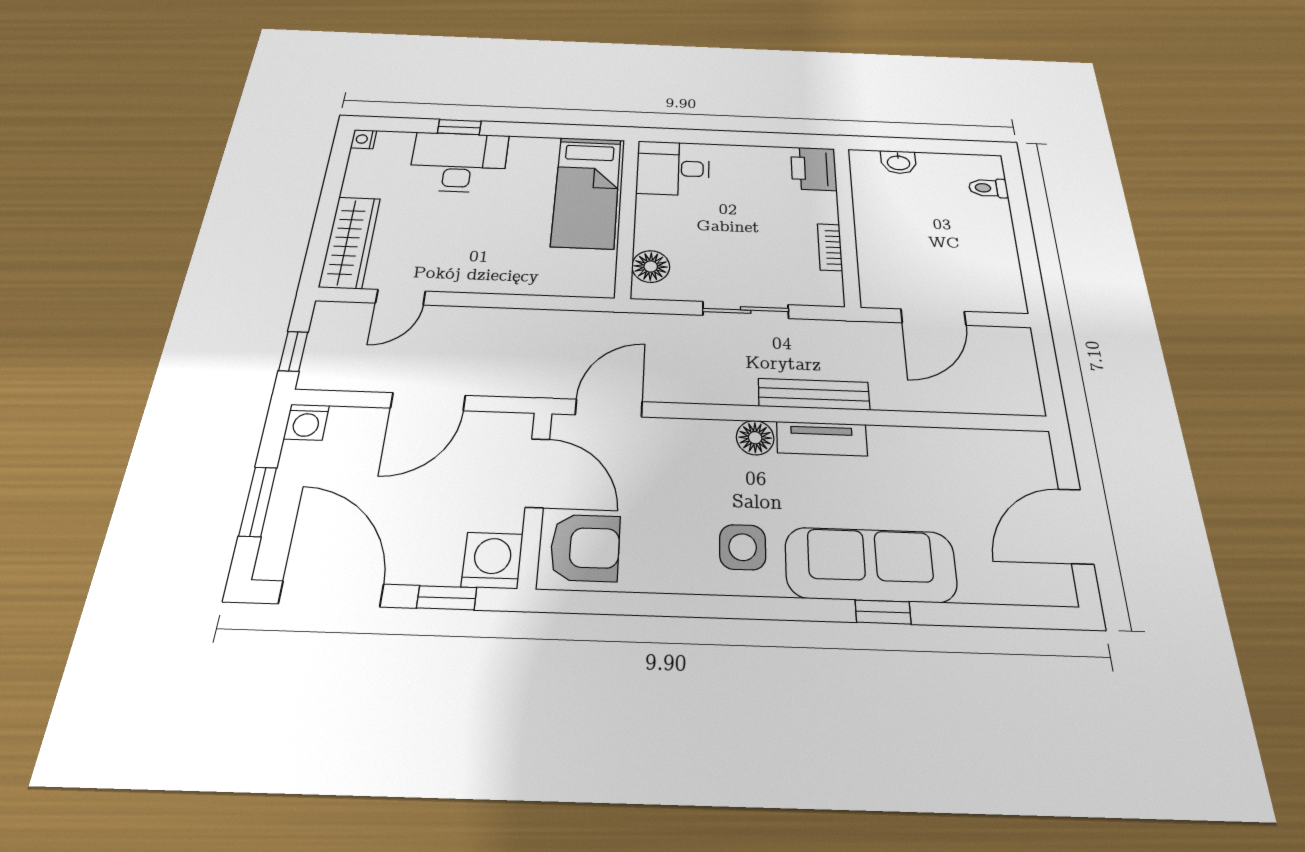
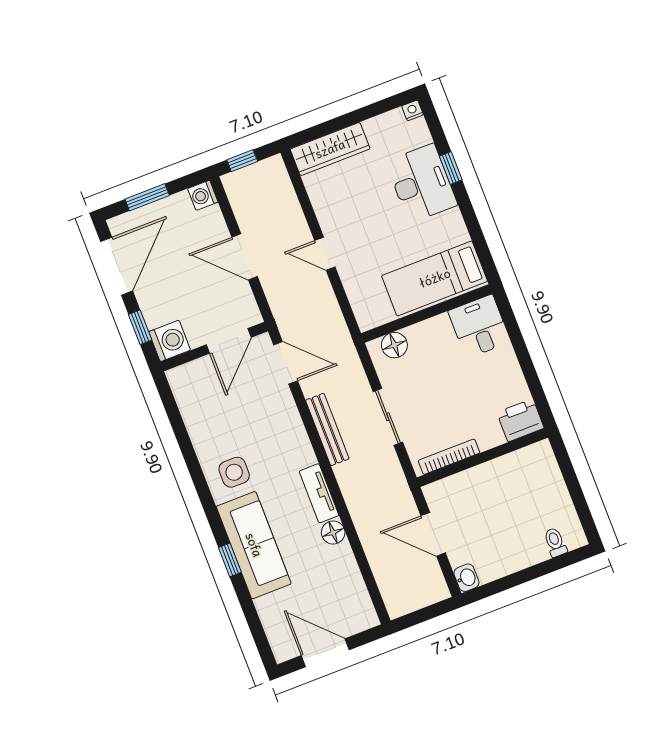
washbasin: (898, 162) -> (466, 578), moved, turned 180
bookcase: (830, 247) -> (449, 457), width x1.56
door: (401, 297) -> (325, 254), moved
bench: (814, 394) -> (327, 429), moved
floor lamp: (755, 438) -> (333, 533), moved
armchair: (585, 548) -> (198, 387), removed

